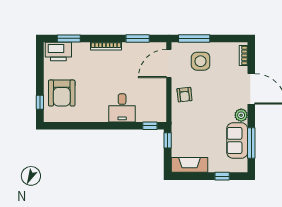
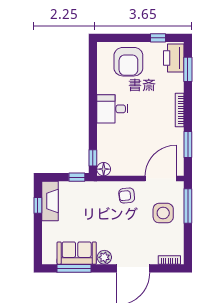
door: (169, 64) -> (161, 179), hinge flipped
armchair: (62, 93) -> (128, 62), turned -90
window: (40, 102) -> (158, 38), moved
desk: (122, 108) -> (112, 109), moved
floor lamp: (160, 116) -> (104, 169), added
window: (222, 176) -> (38, 205), moved

